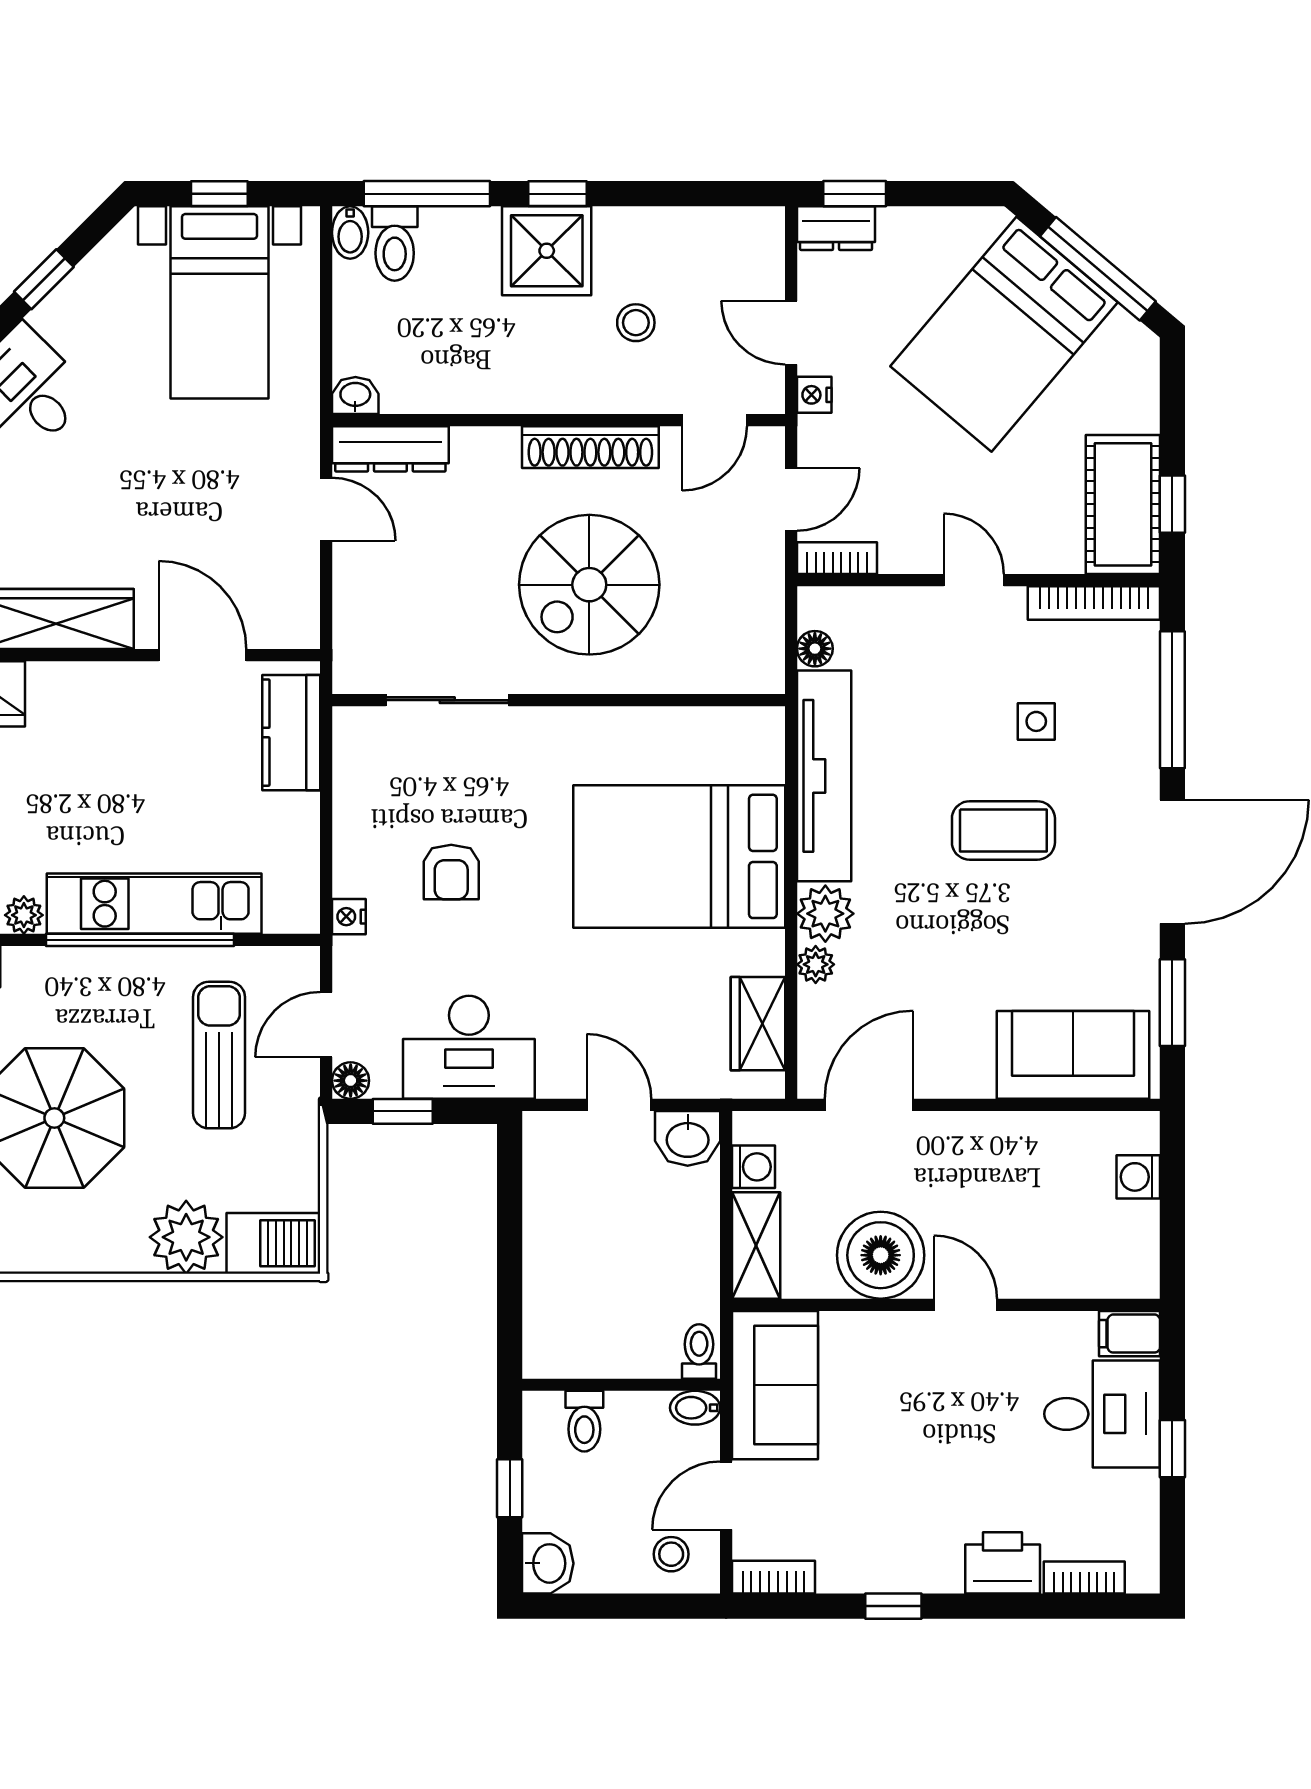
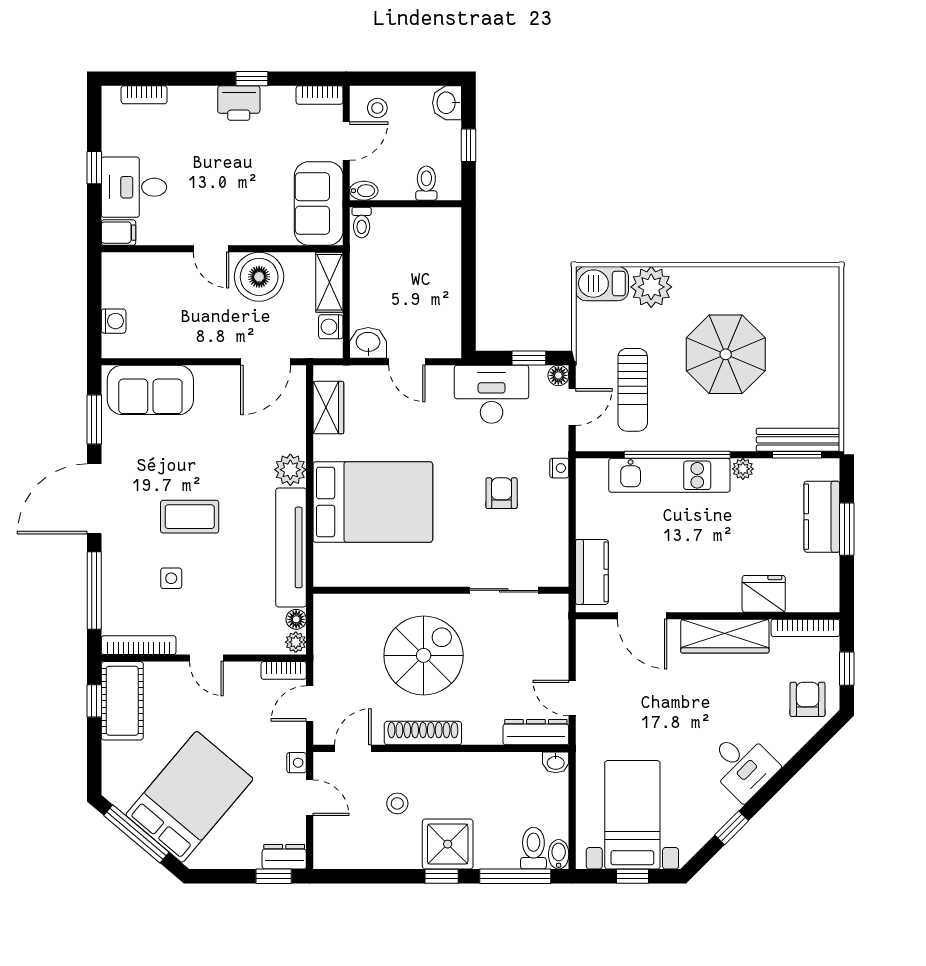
plant: (816, 964) -> (296, 642), moved
printer: (1003, 1563) -> (239, 103), moved

